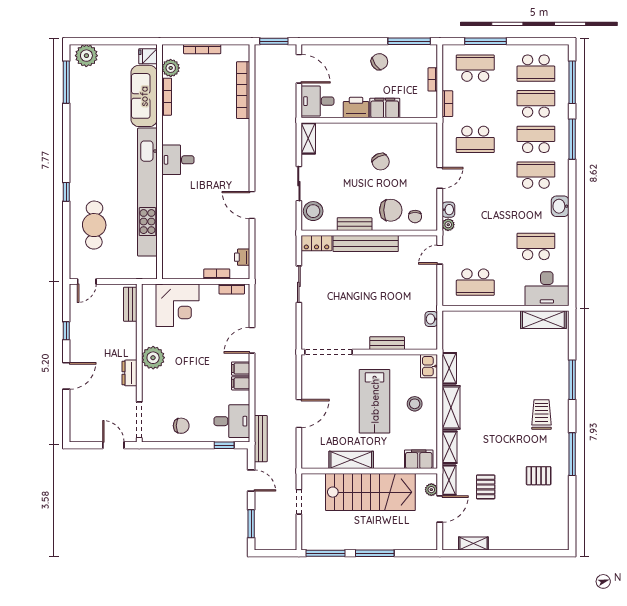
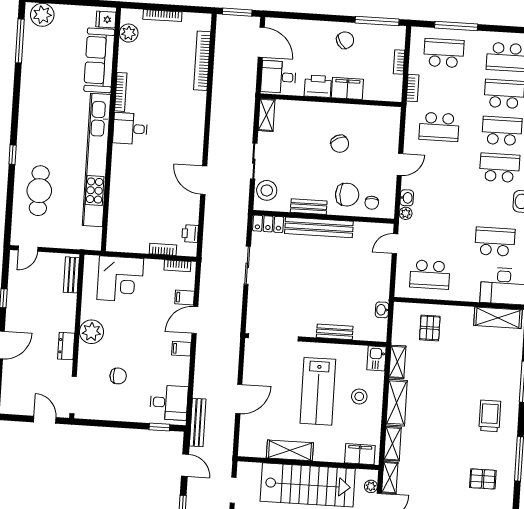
bookcase: (167, 97) -> (121, 92), moved
filing cabinet: (241, 383) -> (185, 298), moved
chair: (181, 426) -> (118, 376), moved
pallet: (486, 487) -> (430, 328), moved

